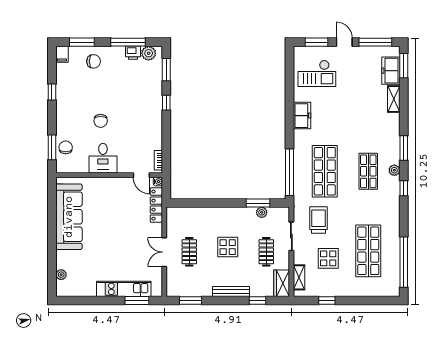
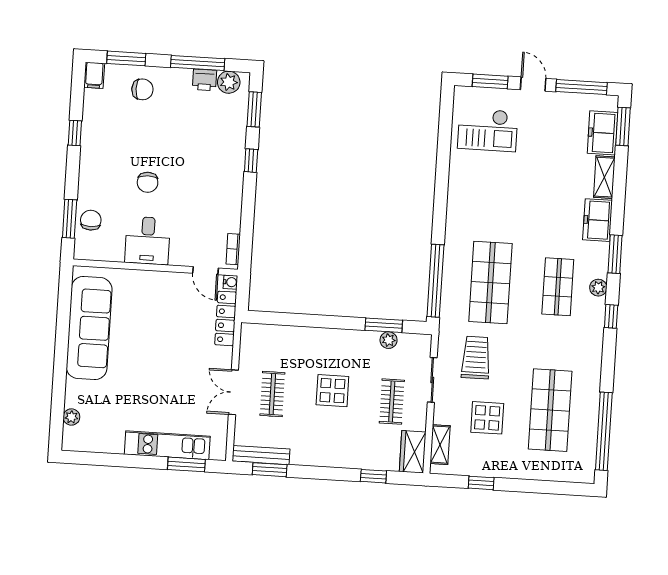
freezer: (302, 116) -> (598, 220), moved, turned 180
bench: (231, 291) -> (261, 455), moved

